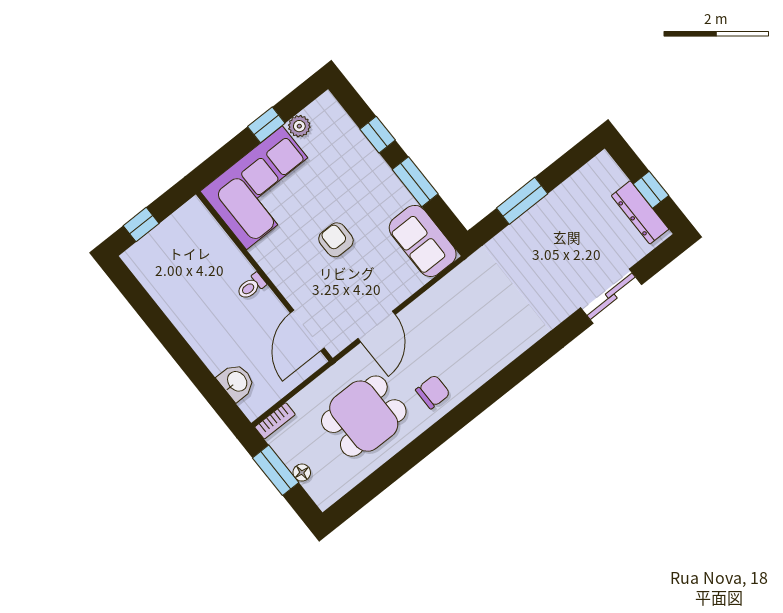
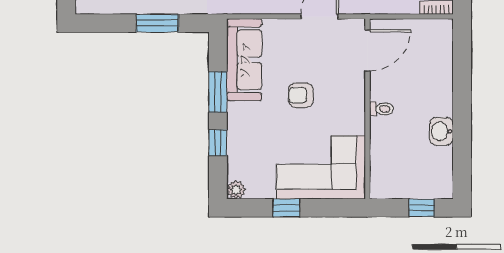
plant: (299, 126) -> (236, 190), moved
armchair: (336, 240) -> (301, 95), turned 90
sofa: (423, 241) -> (244, 60), width x1.36
washbasin: (237, 382) -> (441, 131), moved

